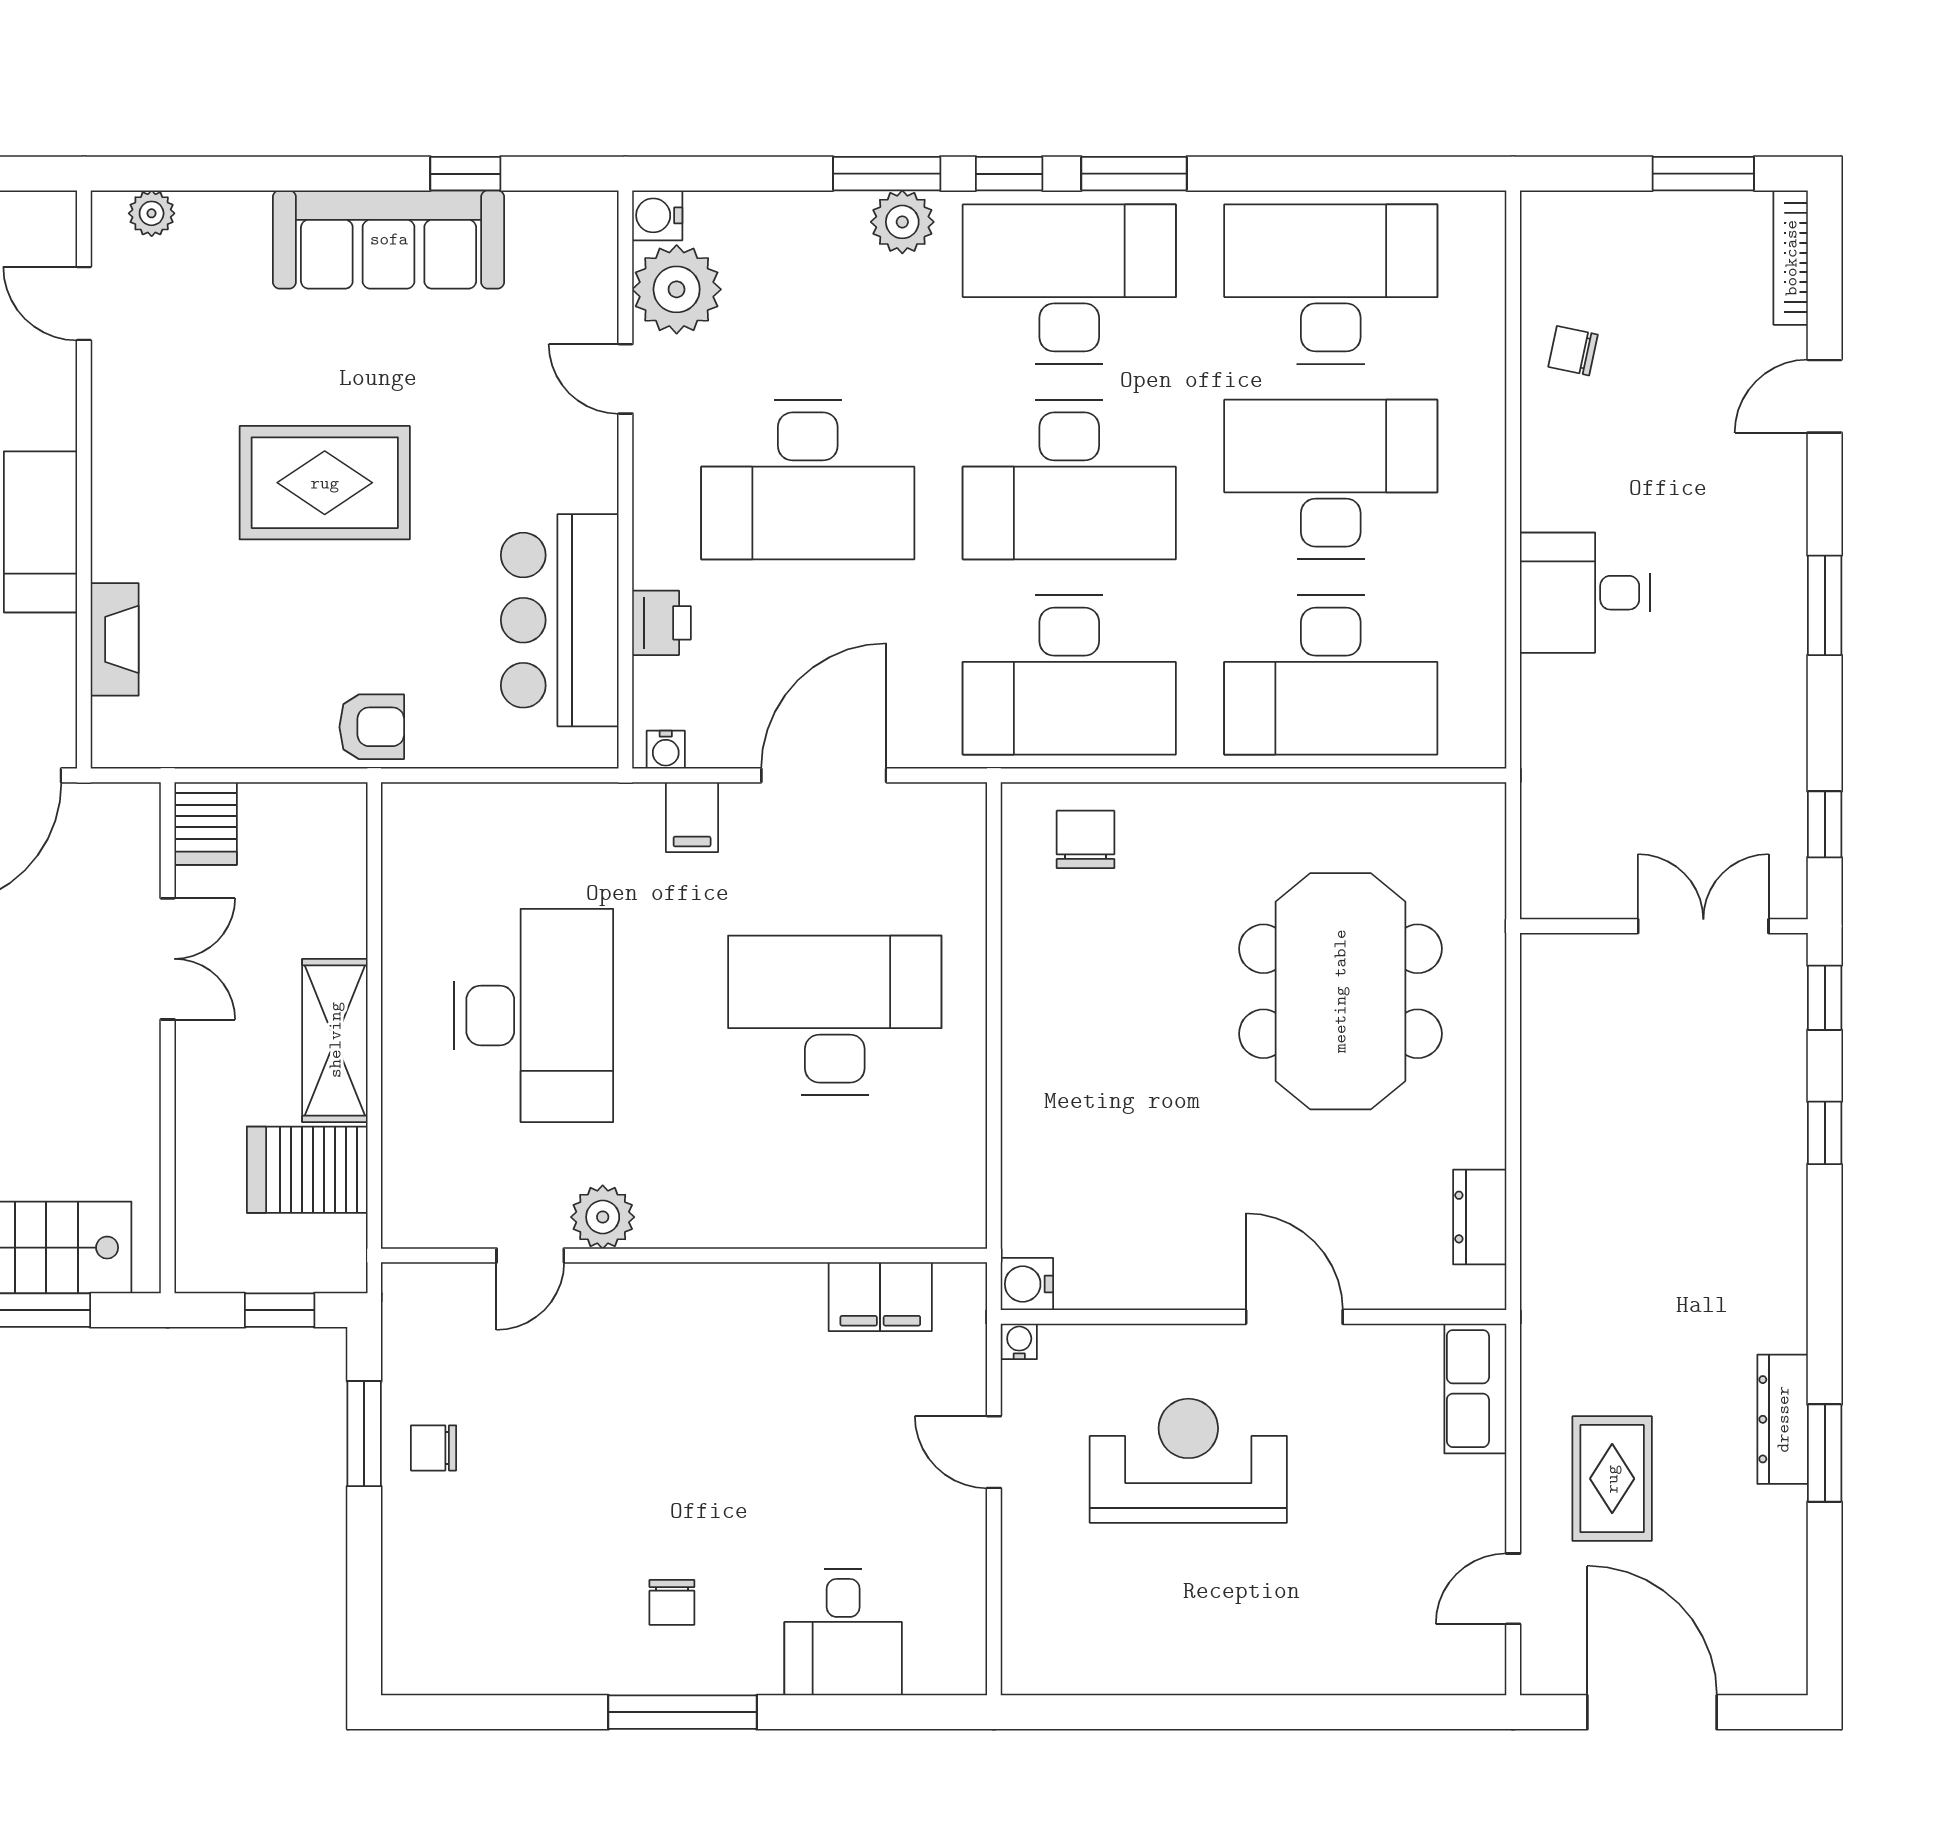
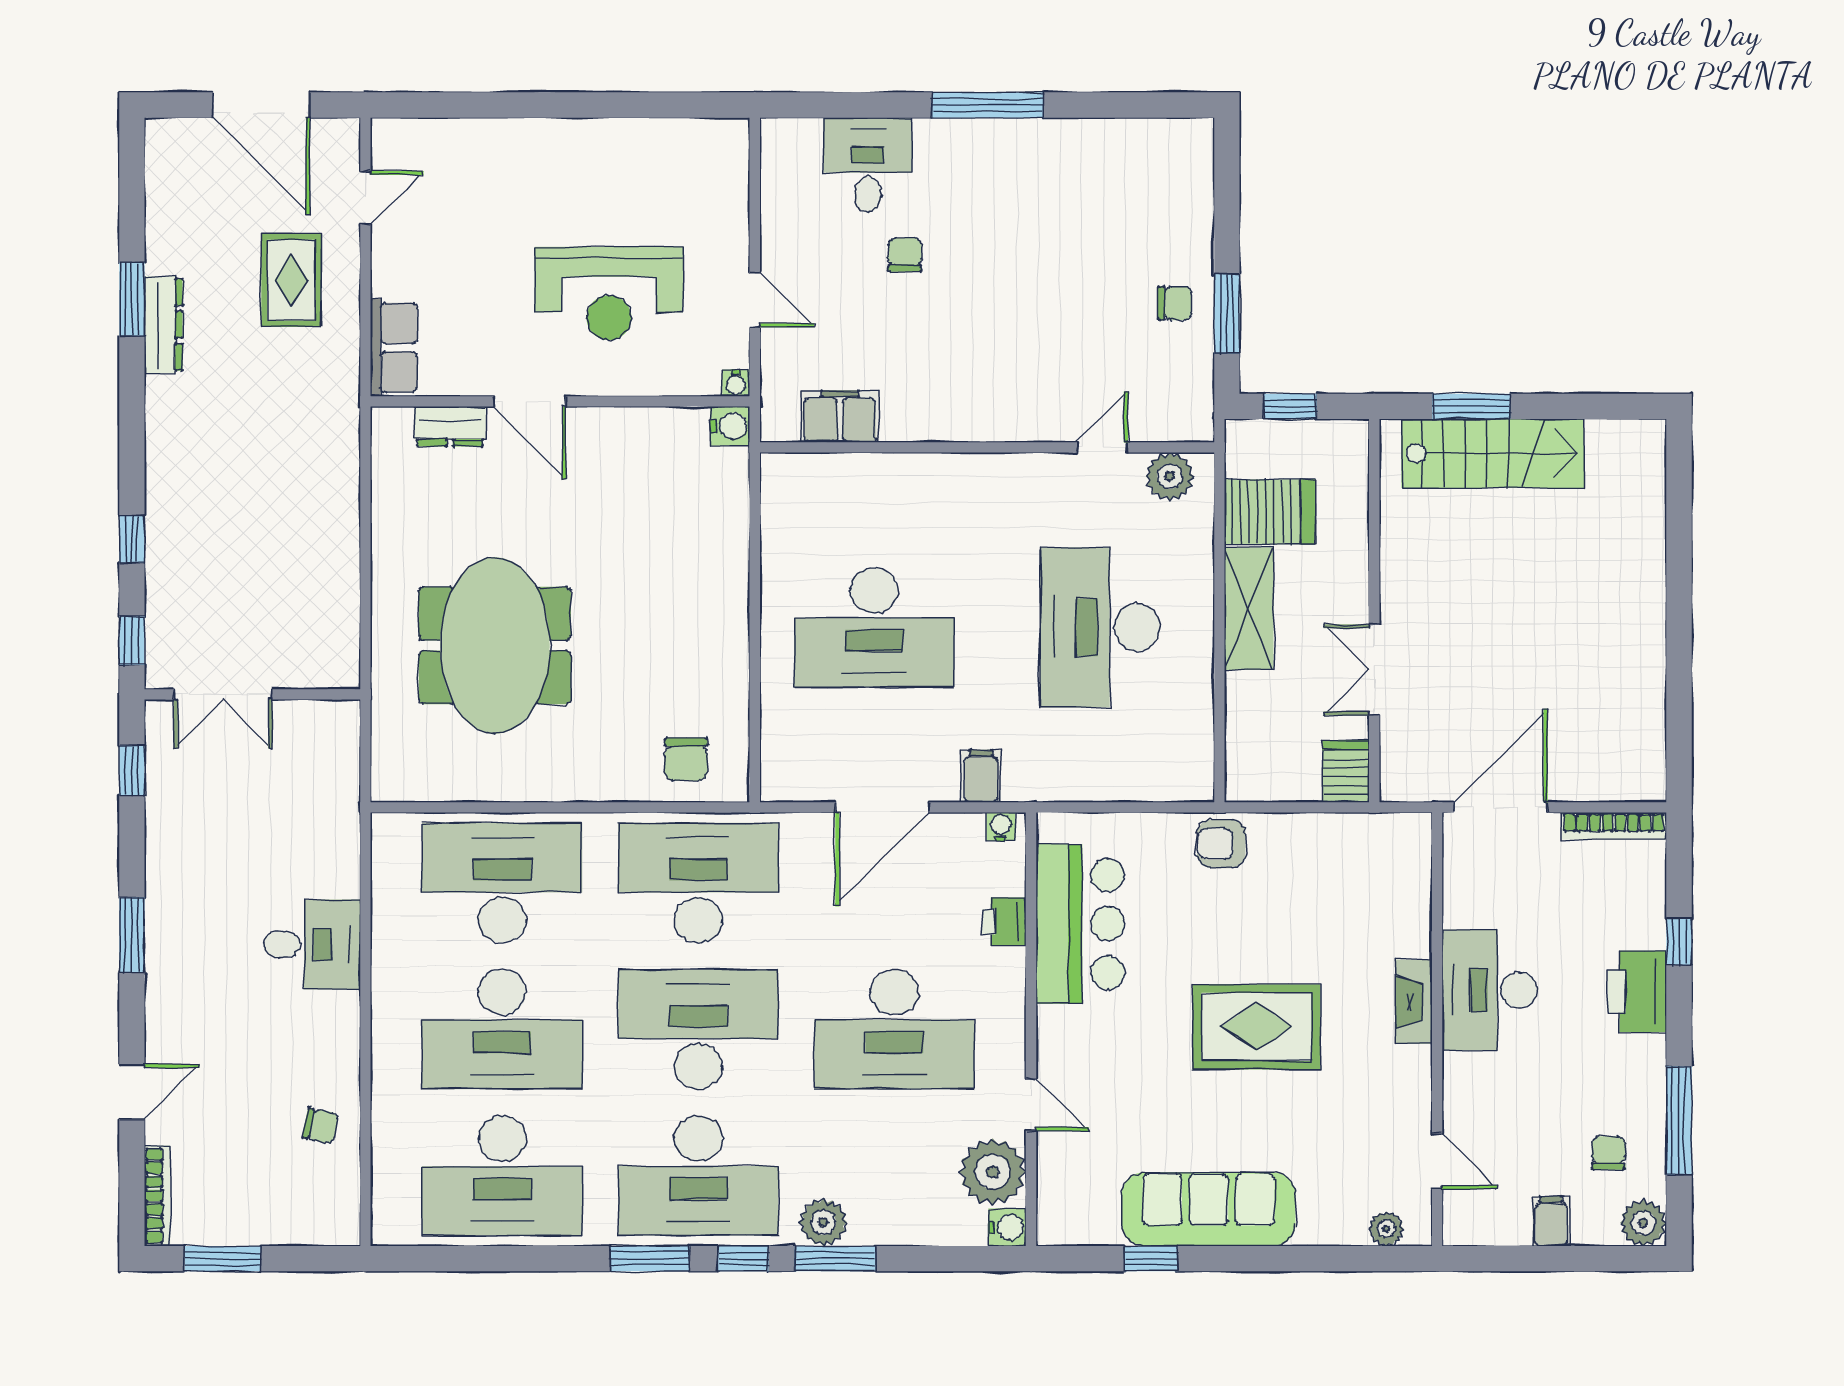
desk: (808, 480) -> (894, 1029), turned 180
fireplace: (115, 639) -> (1414, 1002), moved
plant: (603, 1217) -> (1170, 476), moved
dresser: (1480, 1217) -> (450, 426), moved, turned 90
chair: (672, 1602) -> (905, 255), moved

